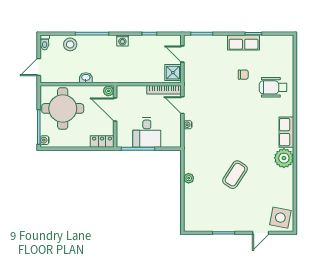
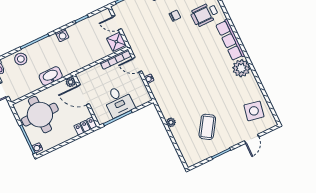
washbasin: (86, 78) -> (51, 76), width x1.91, depth x1.45
row of seats: (286, 132) -> (230, 40), width x1.48
coffee table: (235, 175) -> (207, 127), moved
side table: (280, 218) -> (254, 111), moved

